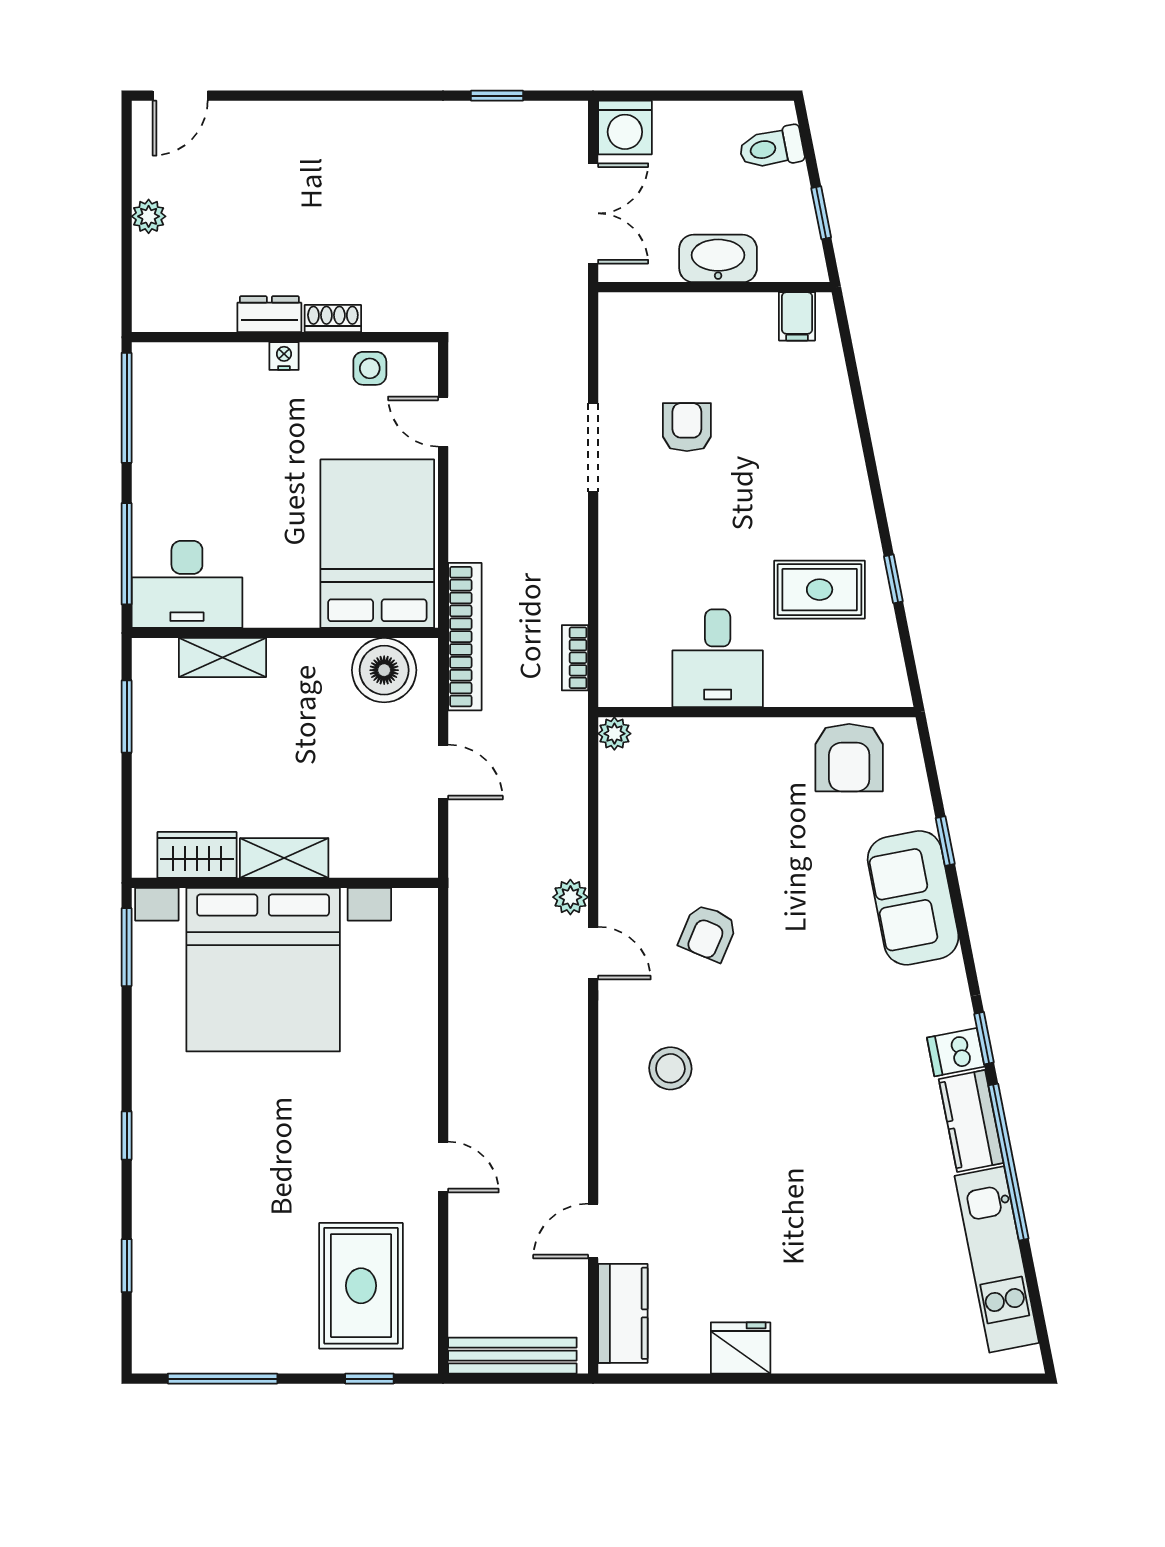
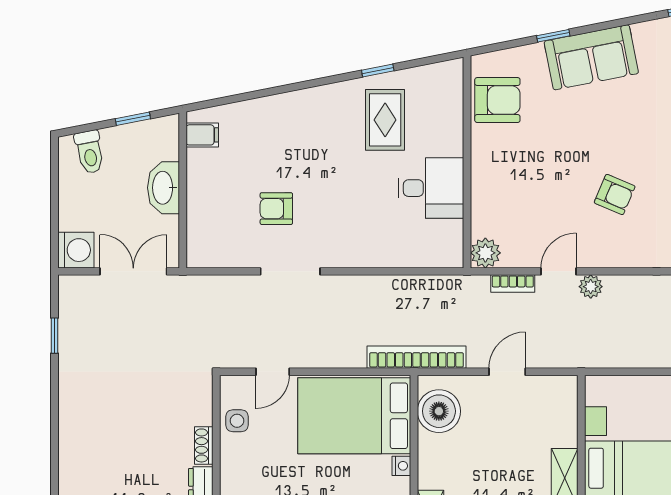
nightstand: (284, 356) -> (401, 466), moved, turned 180
bookcase: (575, 658) -> (513, 284), moved
plant: (614, 734) -> (485, 253), width x1.38, depth x1.38
door: (593, 953) -> (559, 271), moved

